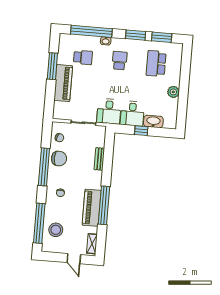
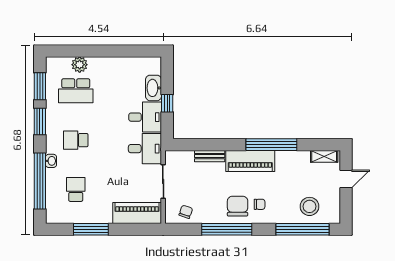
piano: (63, 83) -> (137, 213), moved
plant: (173, 92) -> (80, 65), moved
chair: (59, 159) -> (238, 206), moved
piano: (92, 208) -> (250, 161), moved

